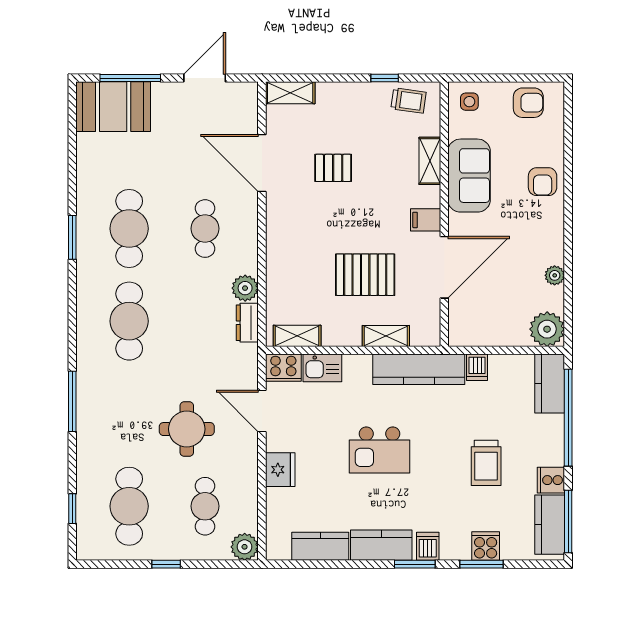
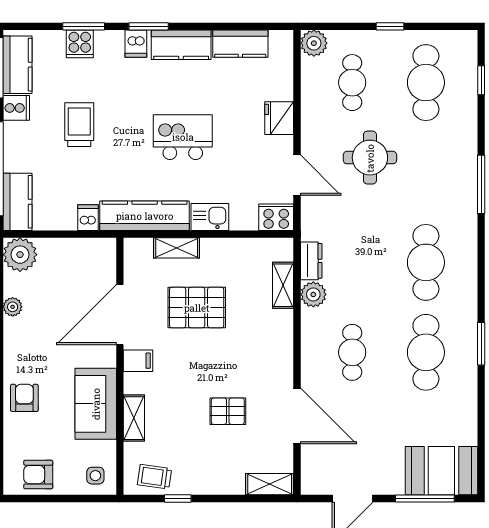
shelving: (297, 336) -> (283, 285), moved, turned 90
kitchen sink: (322, 368) -> (210, 217), moved

